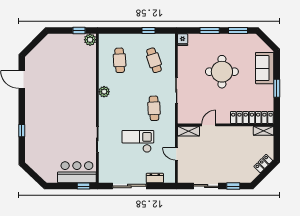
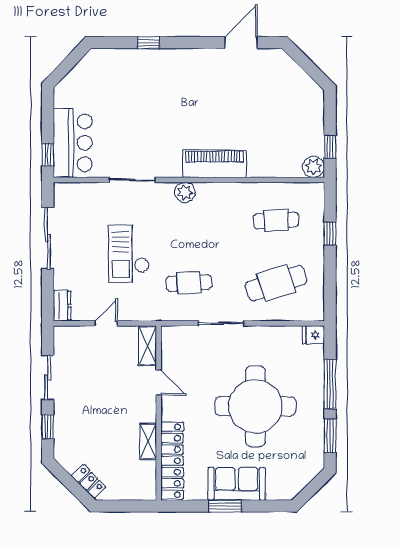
window: (149, 31) -> (330, 234), moved
window: (210, 31) -> (330, 384), width x1.44
cafe table: (154, 60) -> (276, 283), width x1.37, depth x1.35
sofa: (265, 68) -> (237, 484), moved
round table: (222, 72) -> (255, 406), width x1.36, depth x1.36
plant: (104, 92) -> (185, 192), moved
piano: (88, 94) -> (214, 164), added
shelving: (264, 131) -> (148, 441), moved
checkout: (138, 141) -> (129, 254), turned 180
dresser: (155, 178) -> (62, 306), moved

